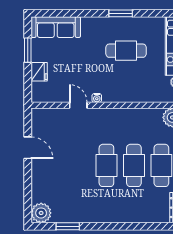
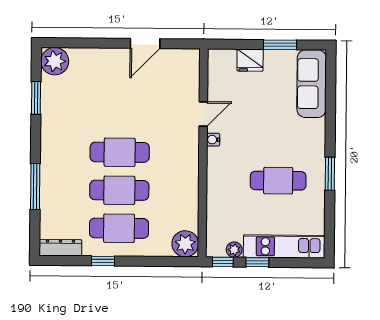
cafe table: (126, 51) -> (278, 181), turned 90
window: (132, 226) -> (35, 186), added

